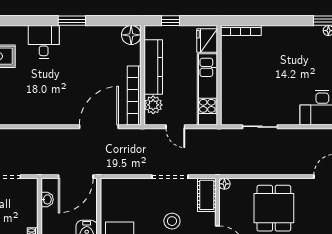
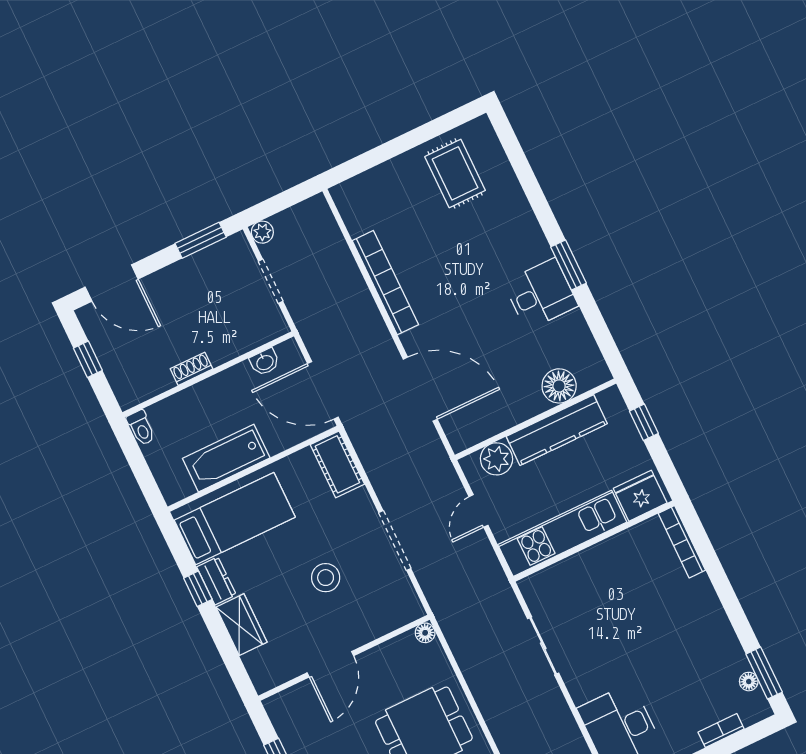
floor lamp: (131, 35) -> (559, 386), moved
desk: (44, 42) -> (541, 294), moved
bookcase: (134, 96) -> (385, 283), moved, turned 90
cot: (207, 195) -> (337, 464), moved, turned 90

